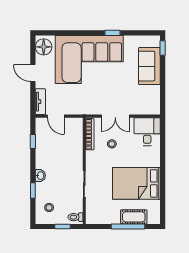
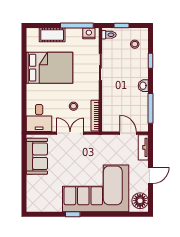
window: (163, 48) -> (24, 200), removed
sofa: (149, 66) -> (37, 156), moved
door: (33, 73) -> (150, 175), hinge flipped
window: (33, 142) -> (150, 108), width x2.17
washbasin: (40, 176) -> (143, 86), moved
nightstand: (96, 218) -> (89, 33), added
window: (128, 227) -> (77, 26), moved

